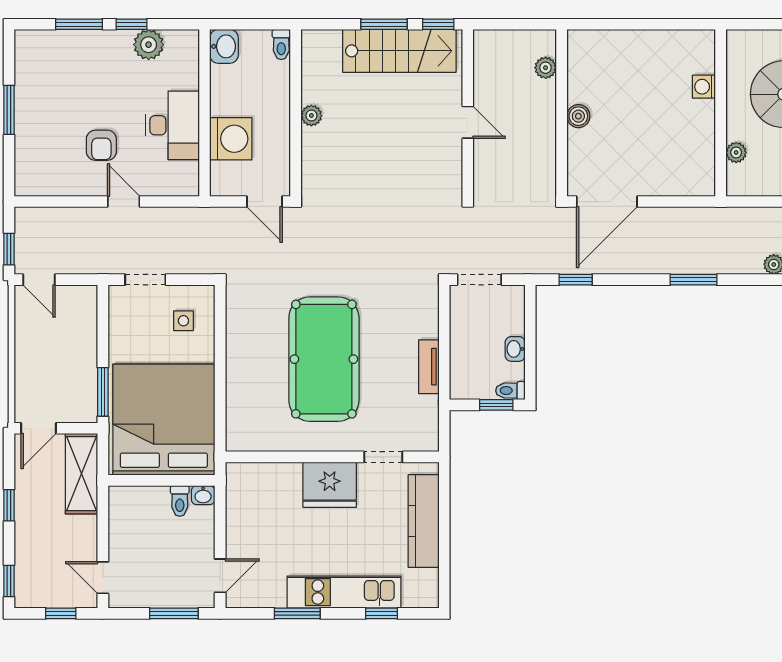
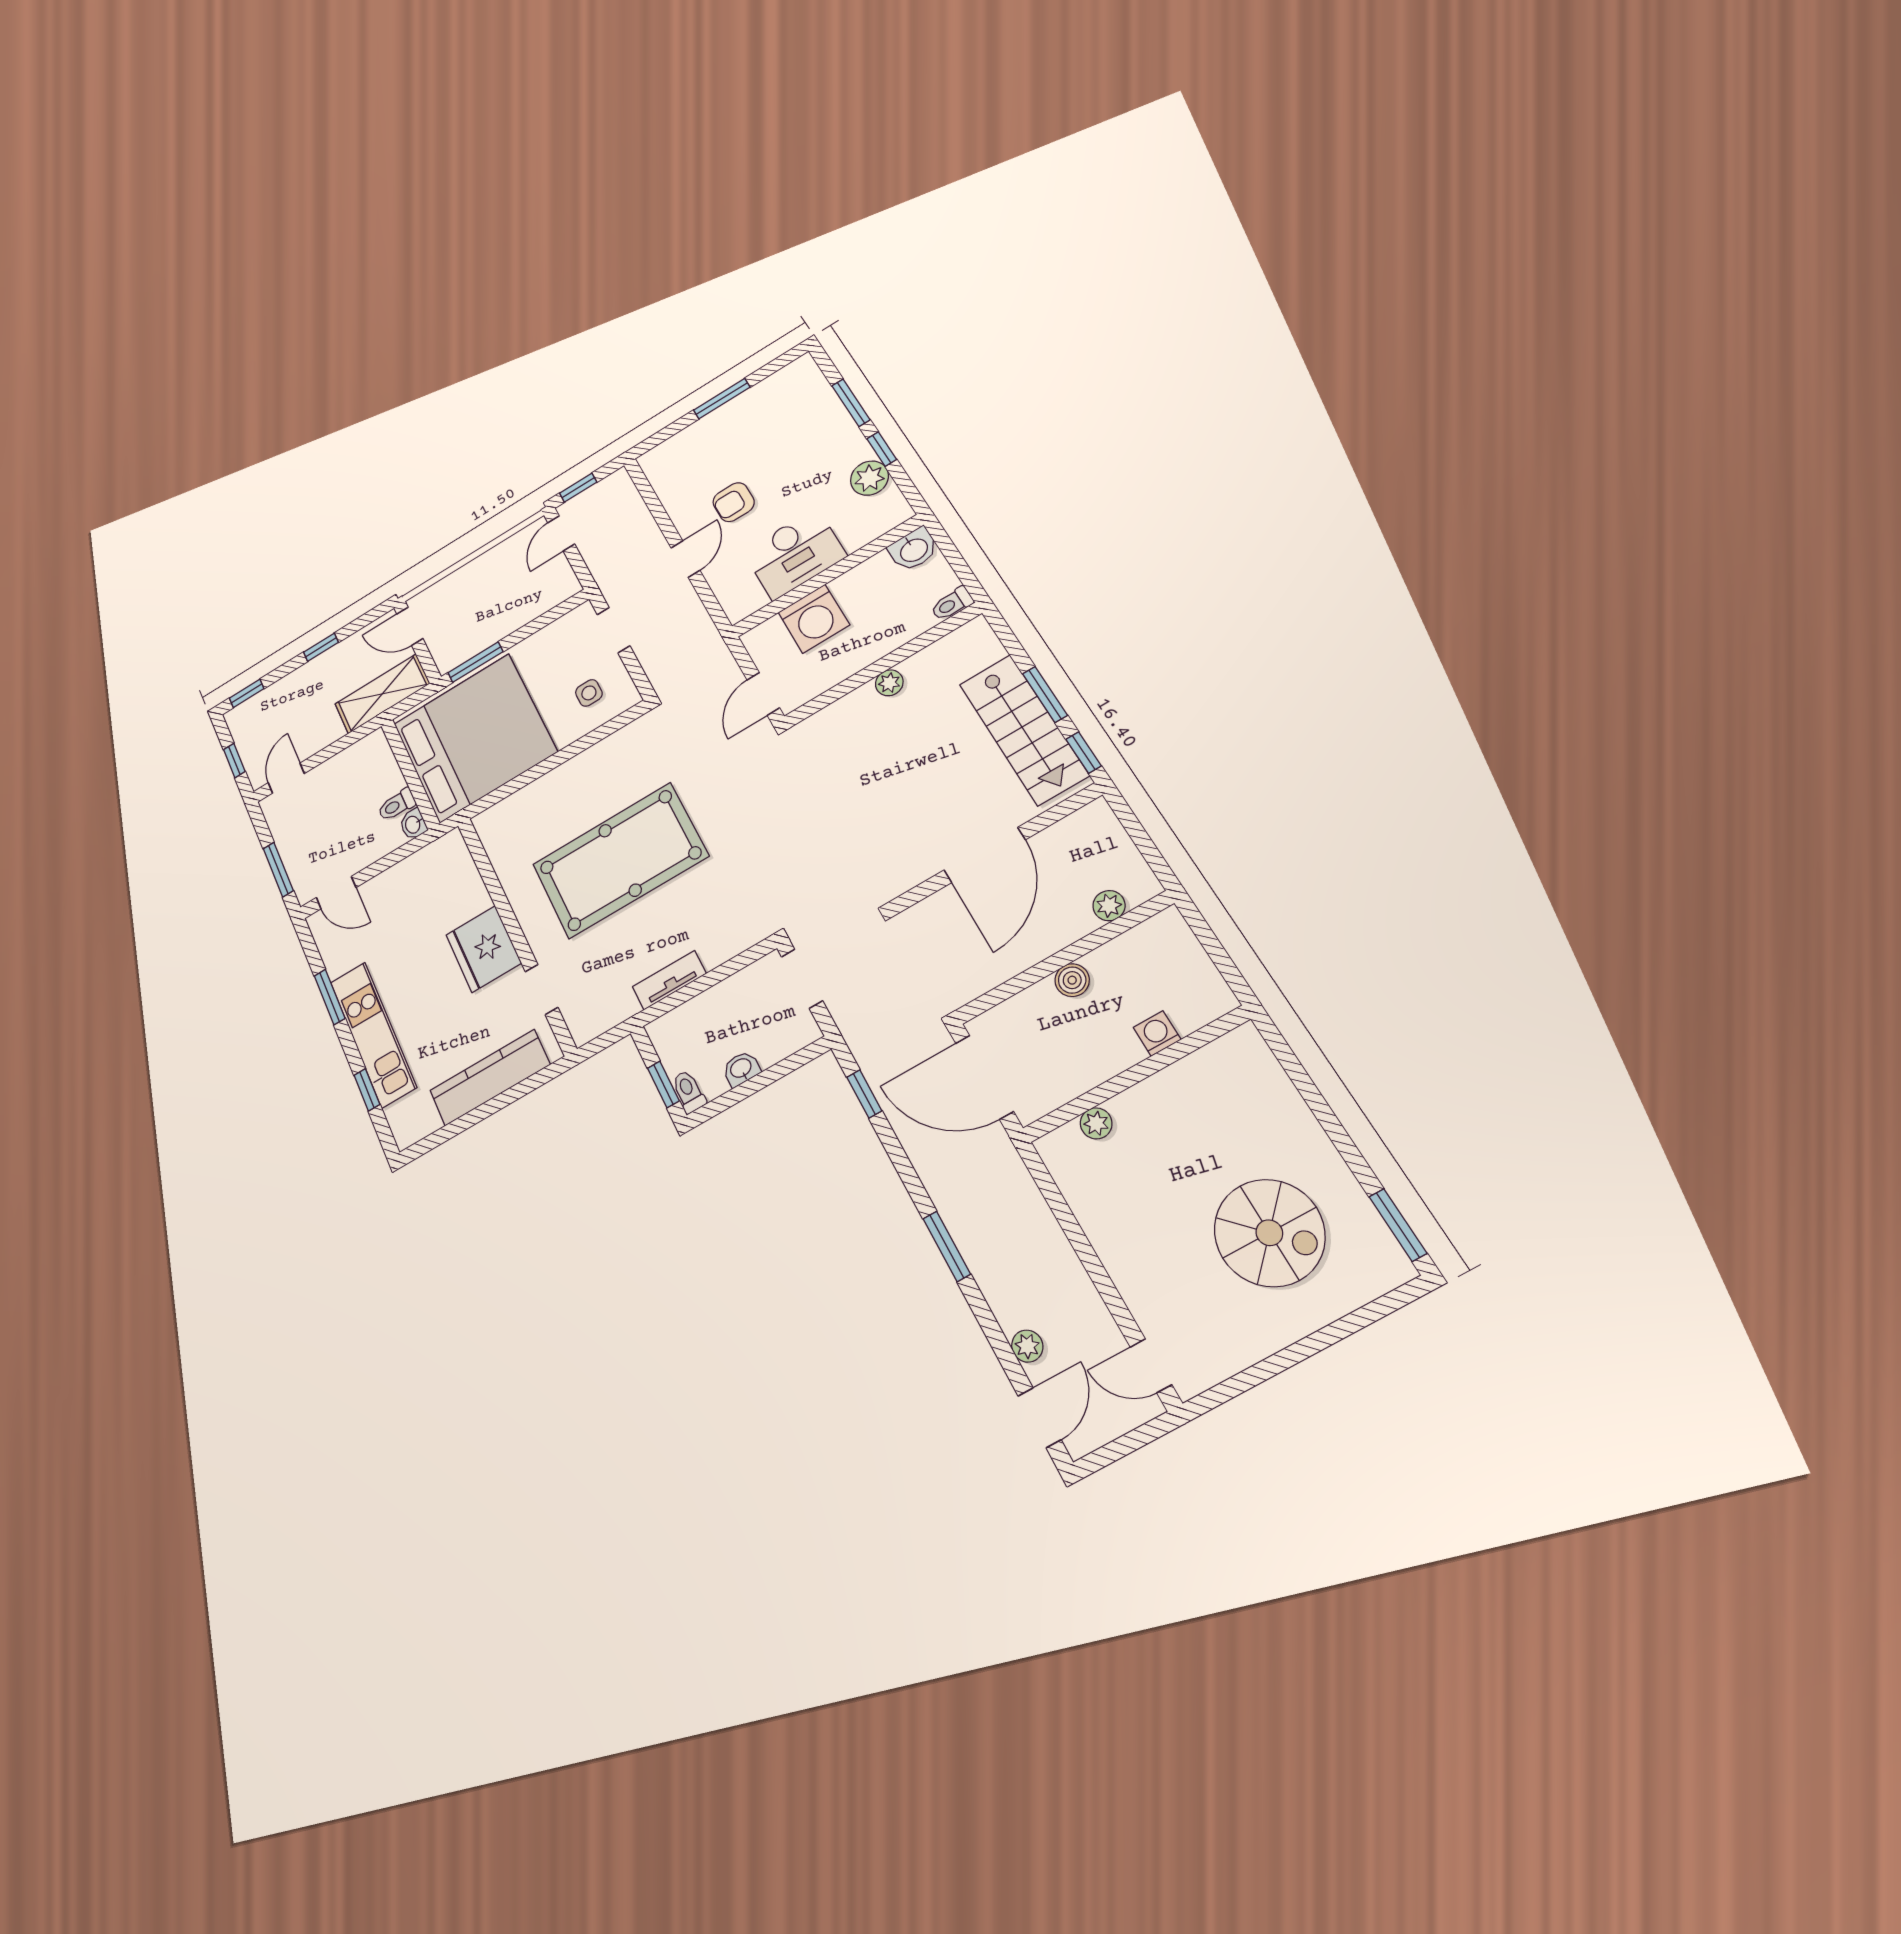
washing machine: (704, 87) -> (1157, 1033), moved
wall: (721, 113) -> (1136, 1074), moved
door: (468, 122) -> (985, 855), width x1.88
plant: (736, 152) -> (1096, 1123), moved

